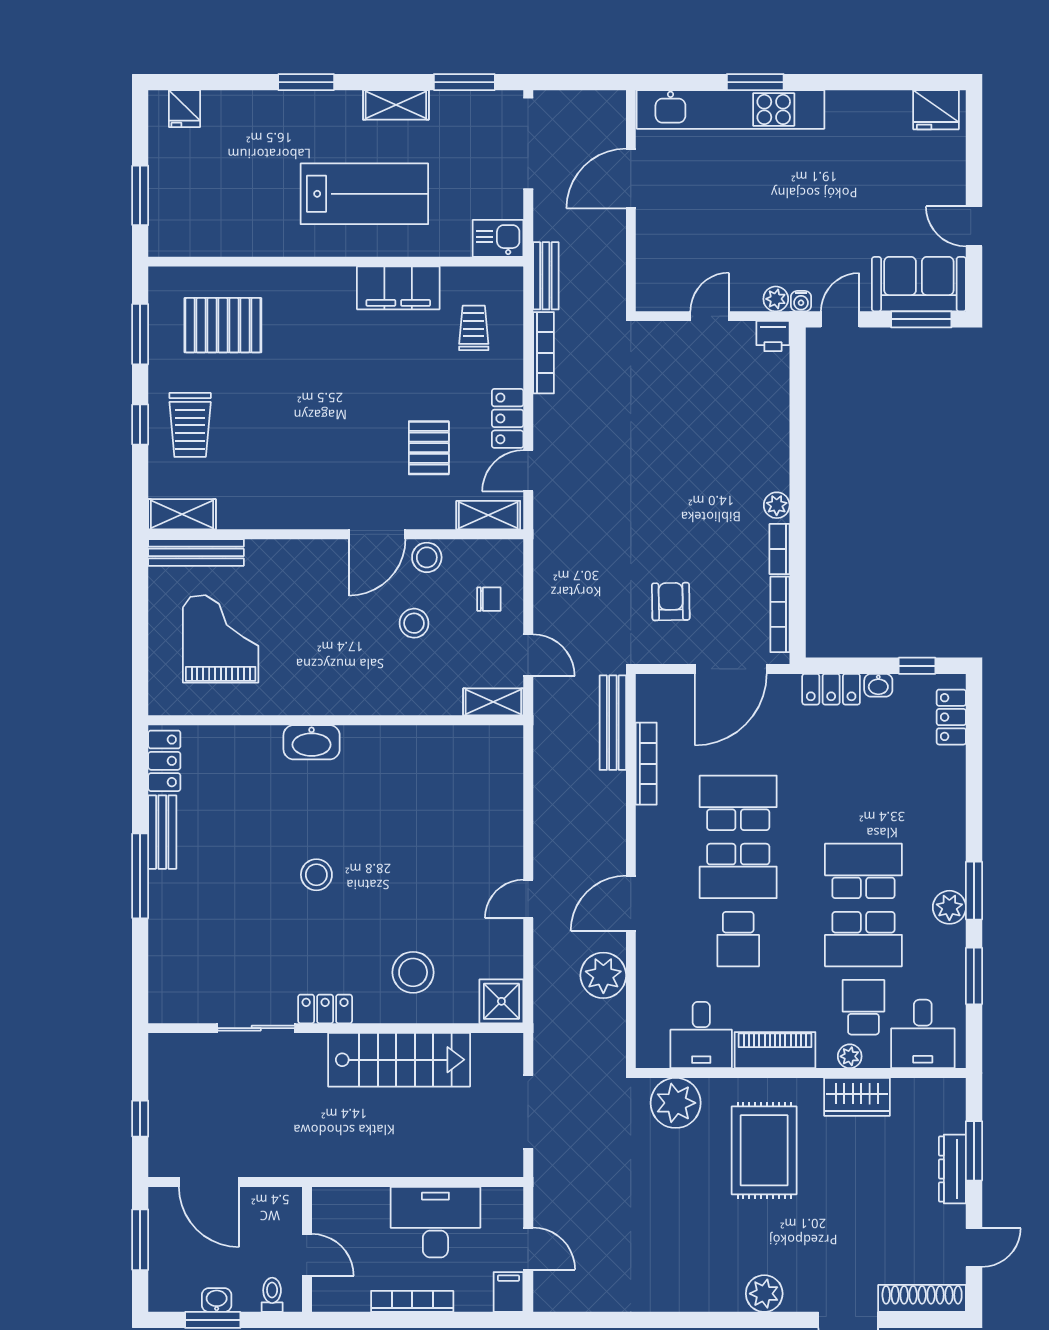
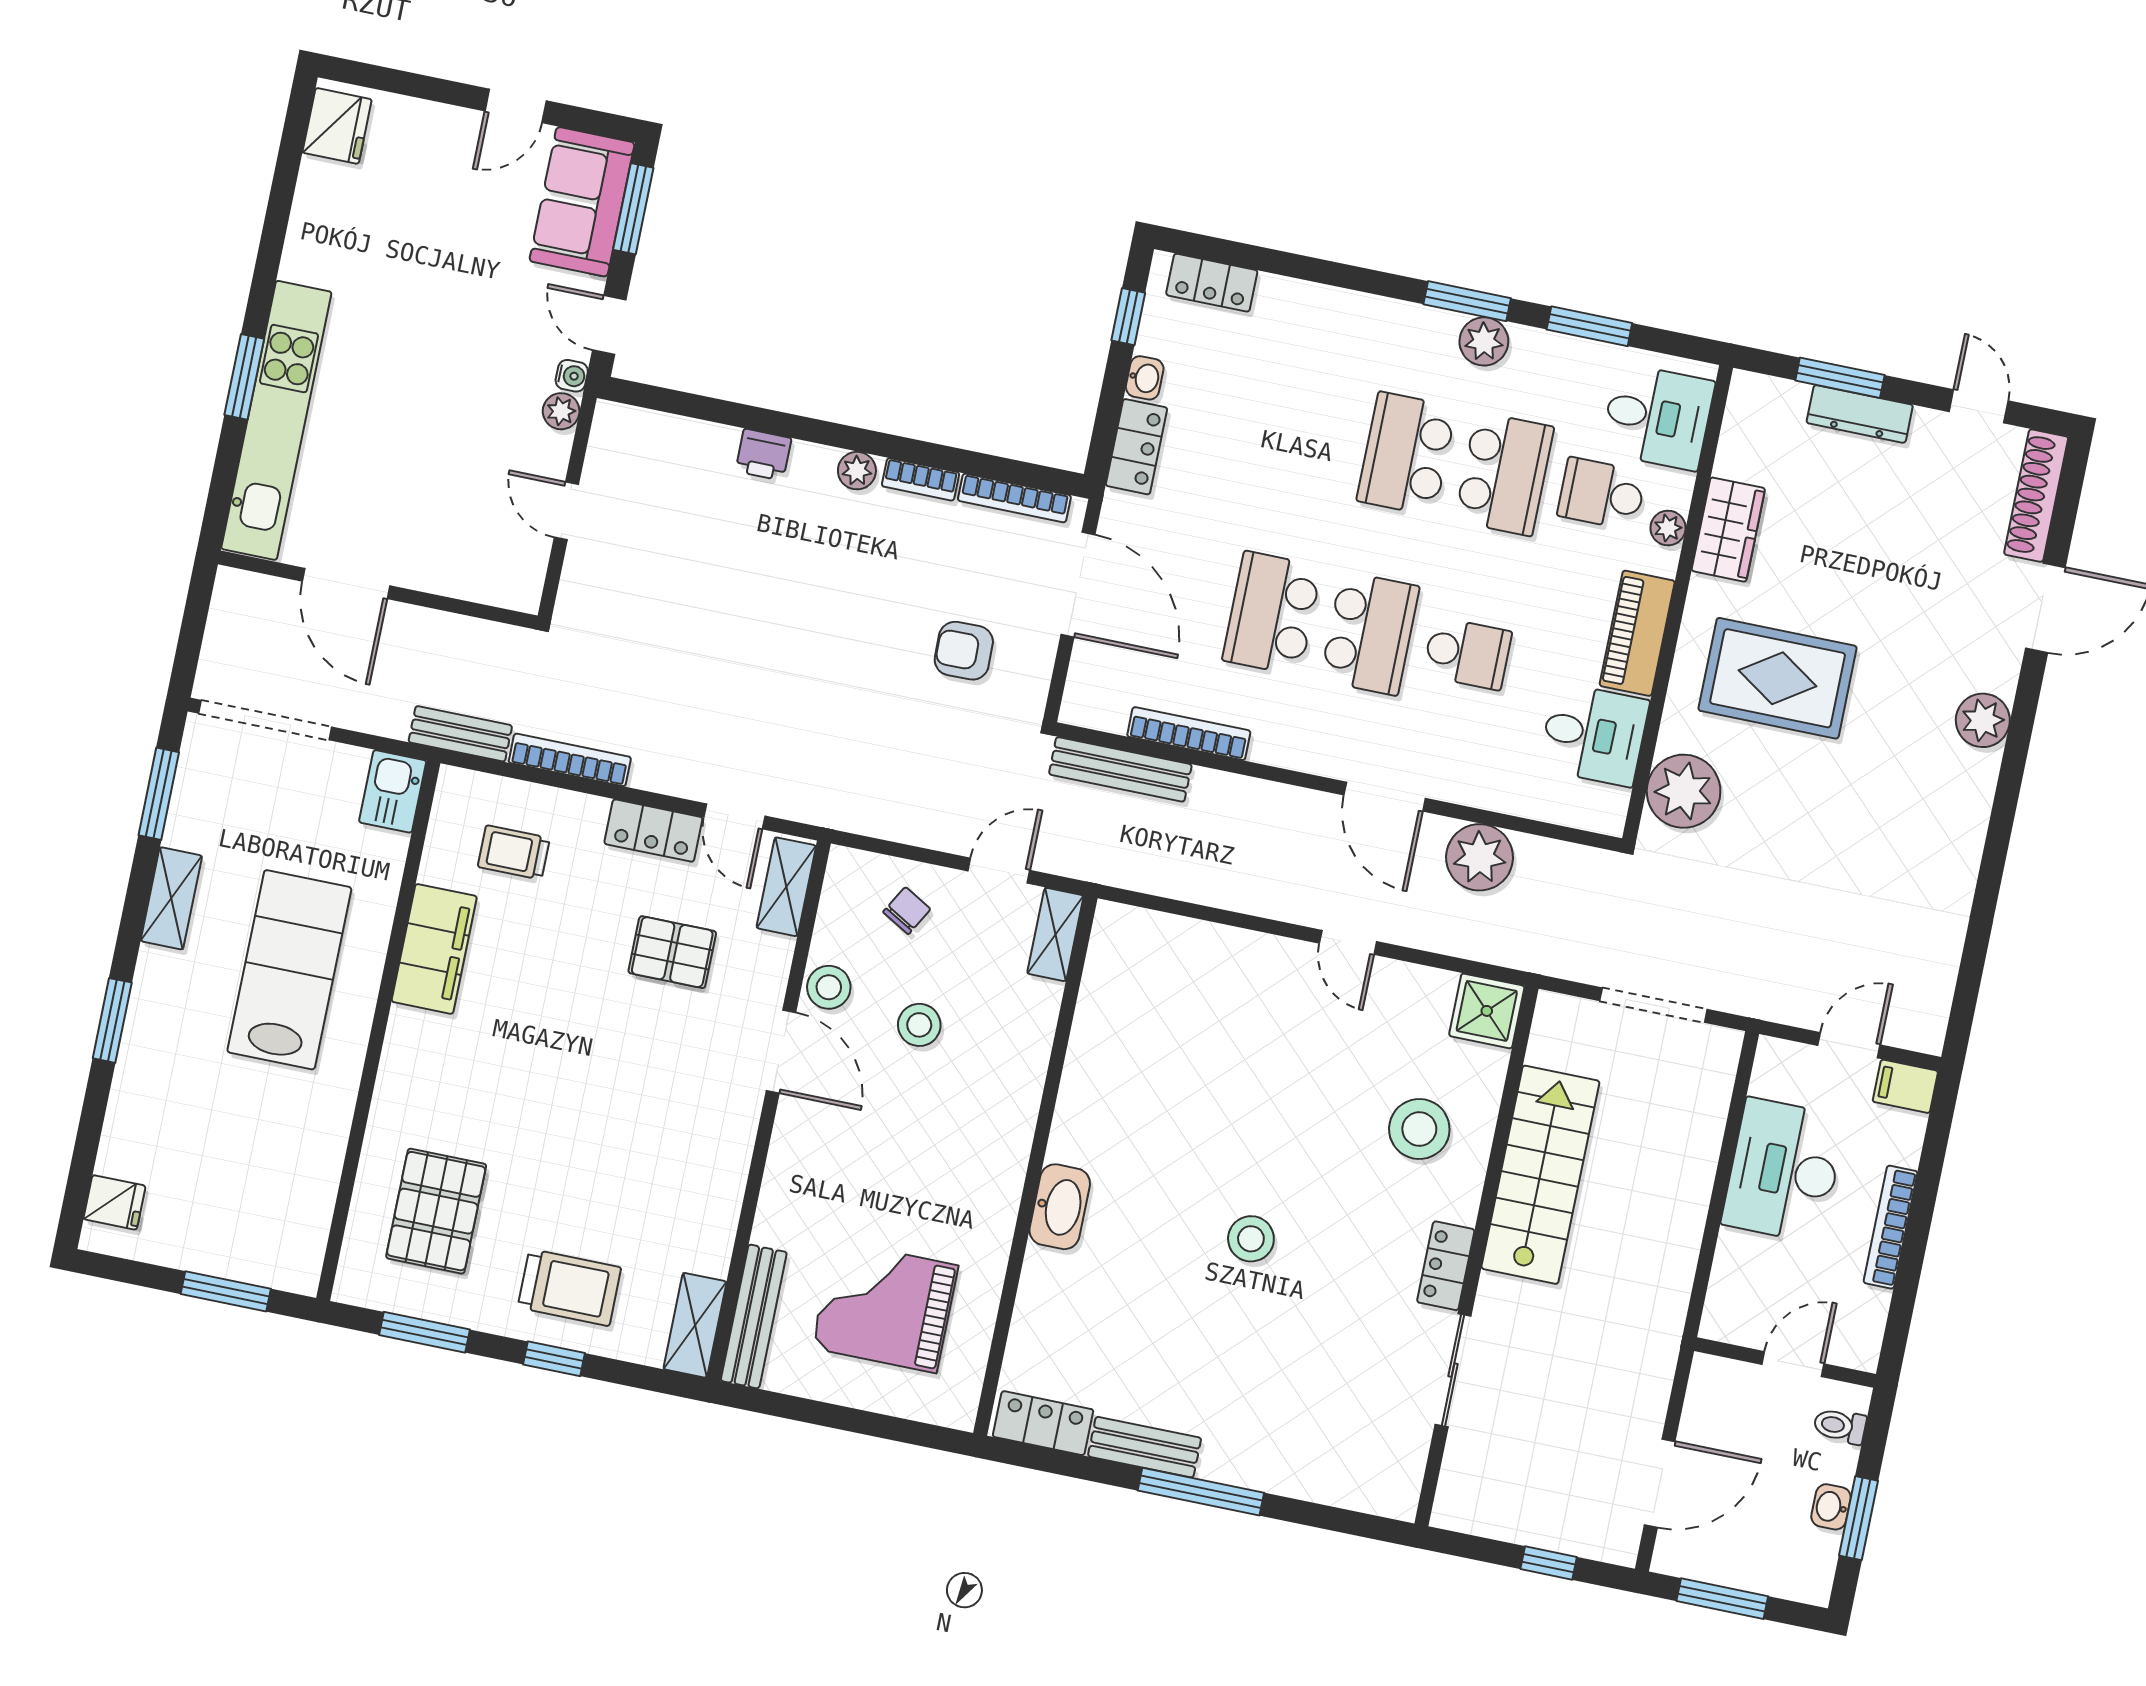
printer: (773, 336) -> (763, 455), moved, turned 90
chair: (489, 599) -> (907, 911), turned 30

